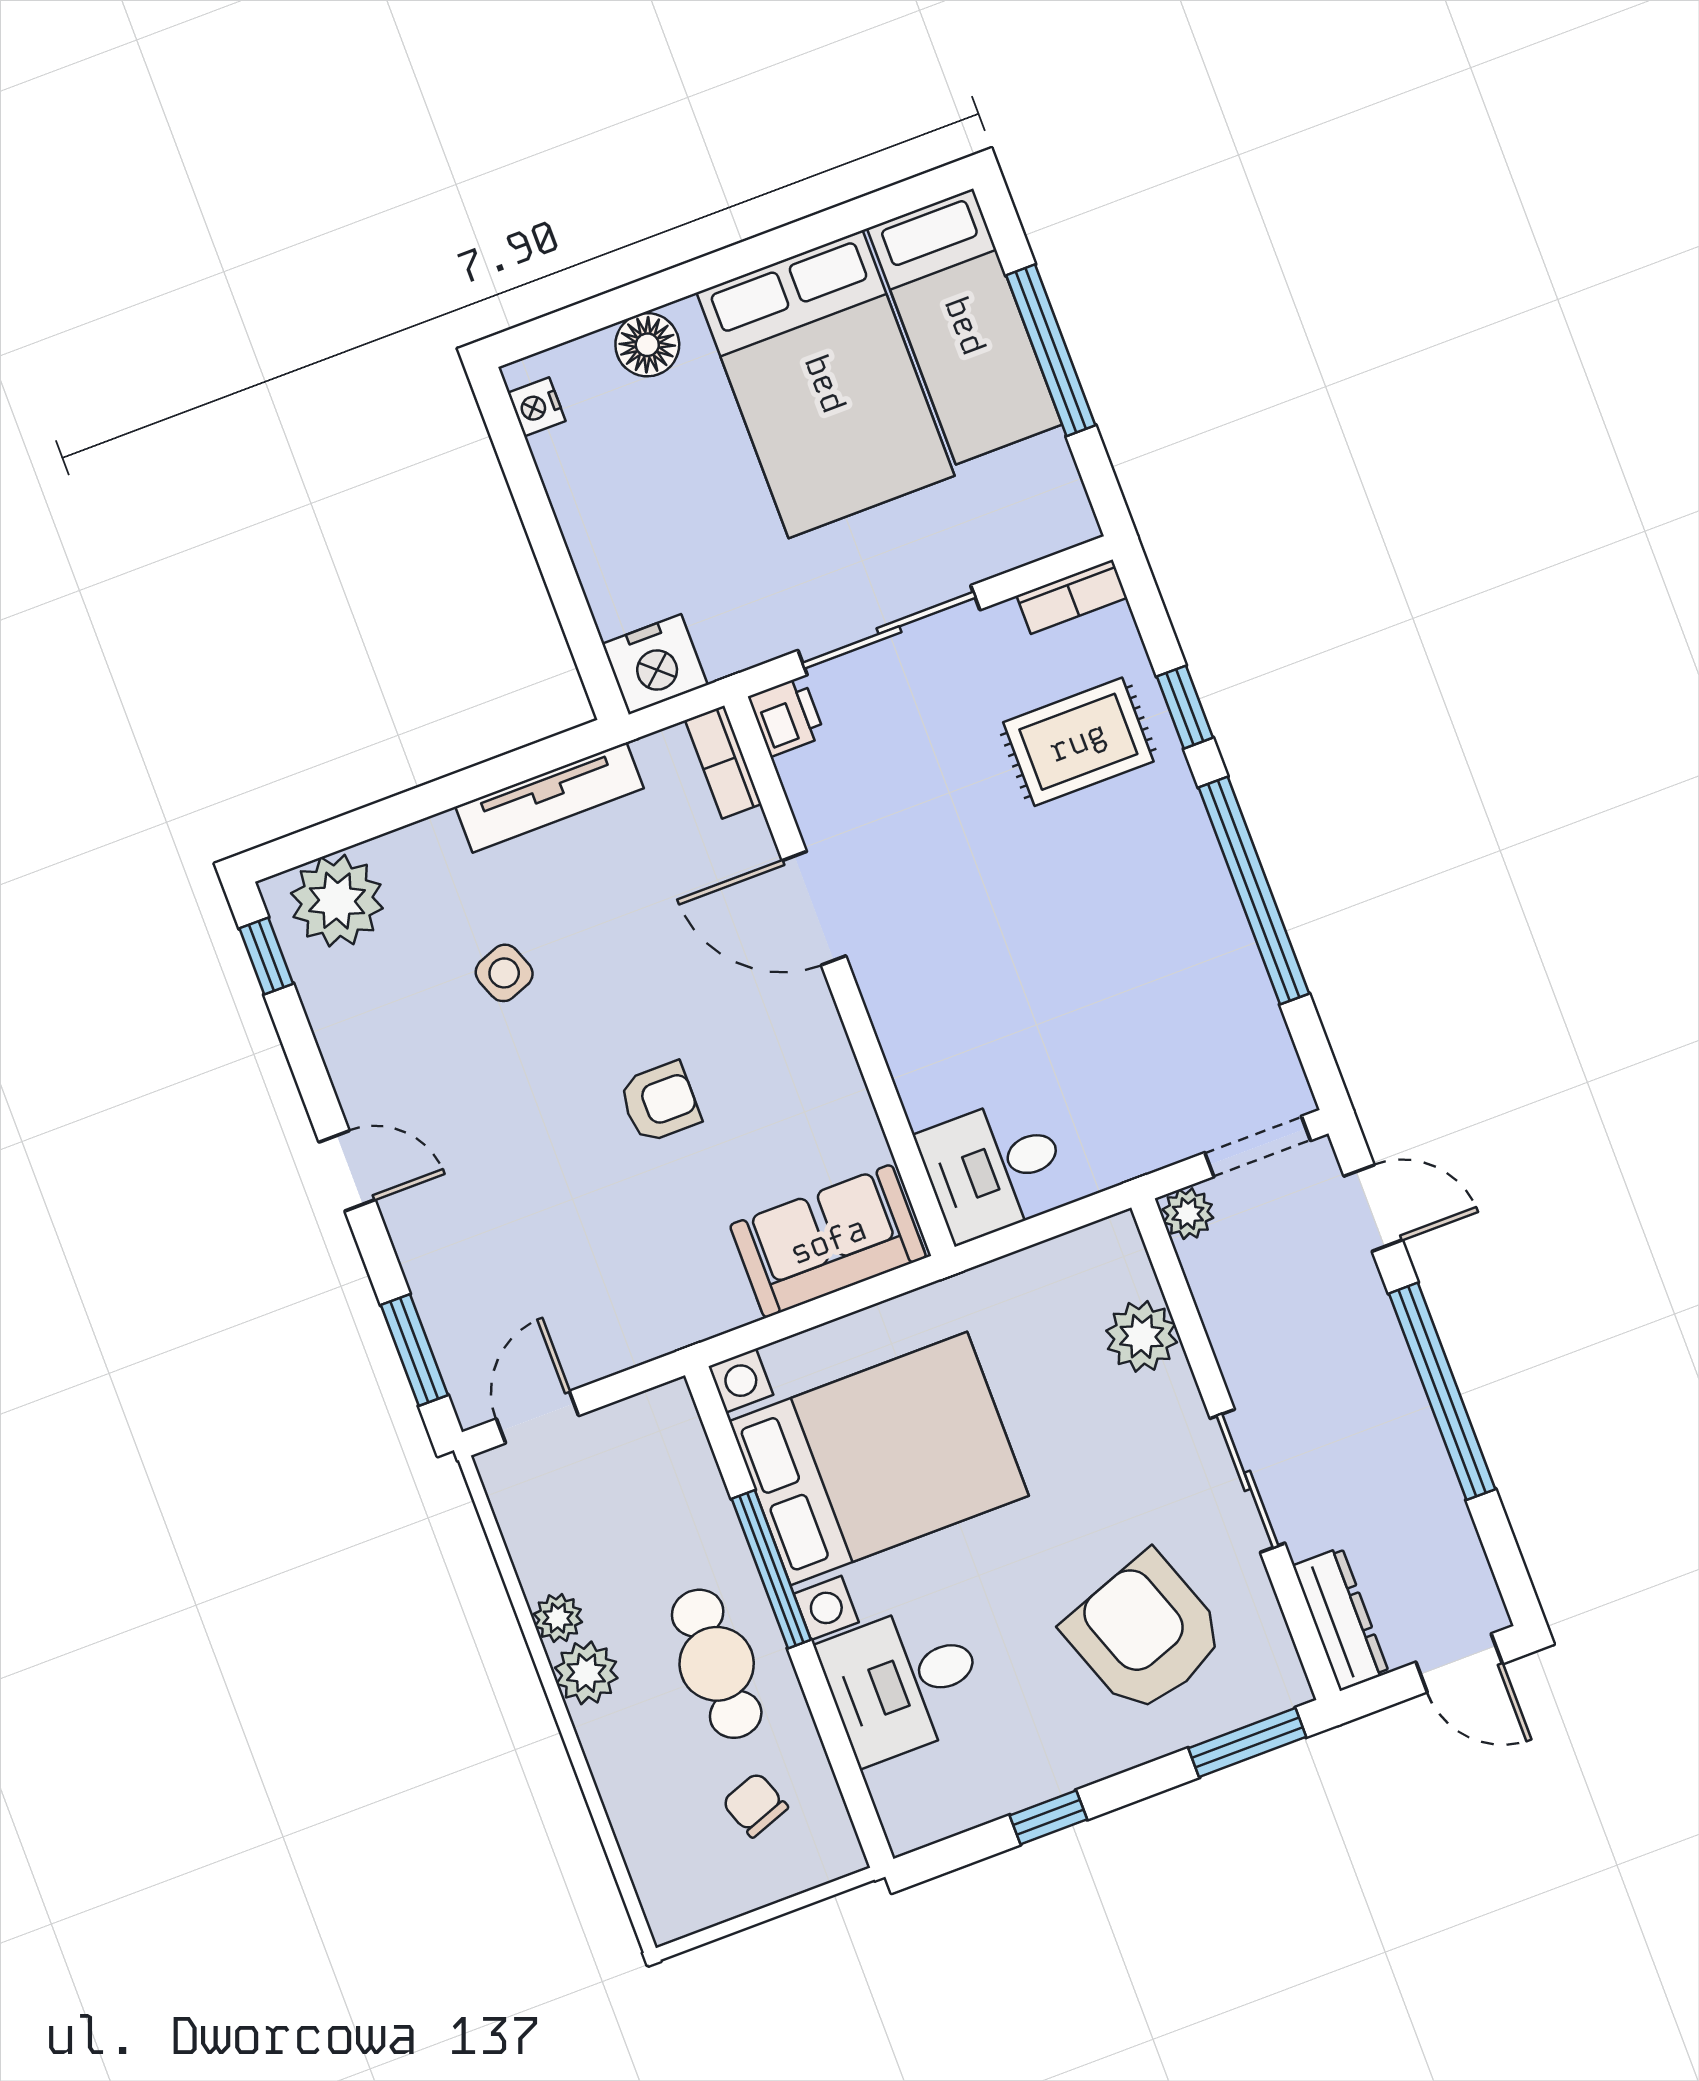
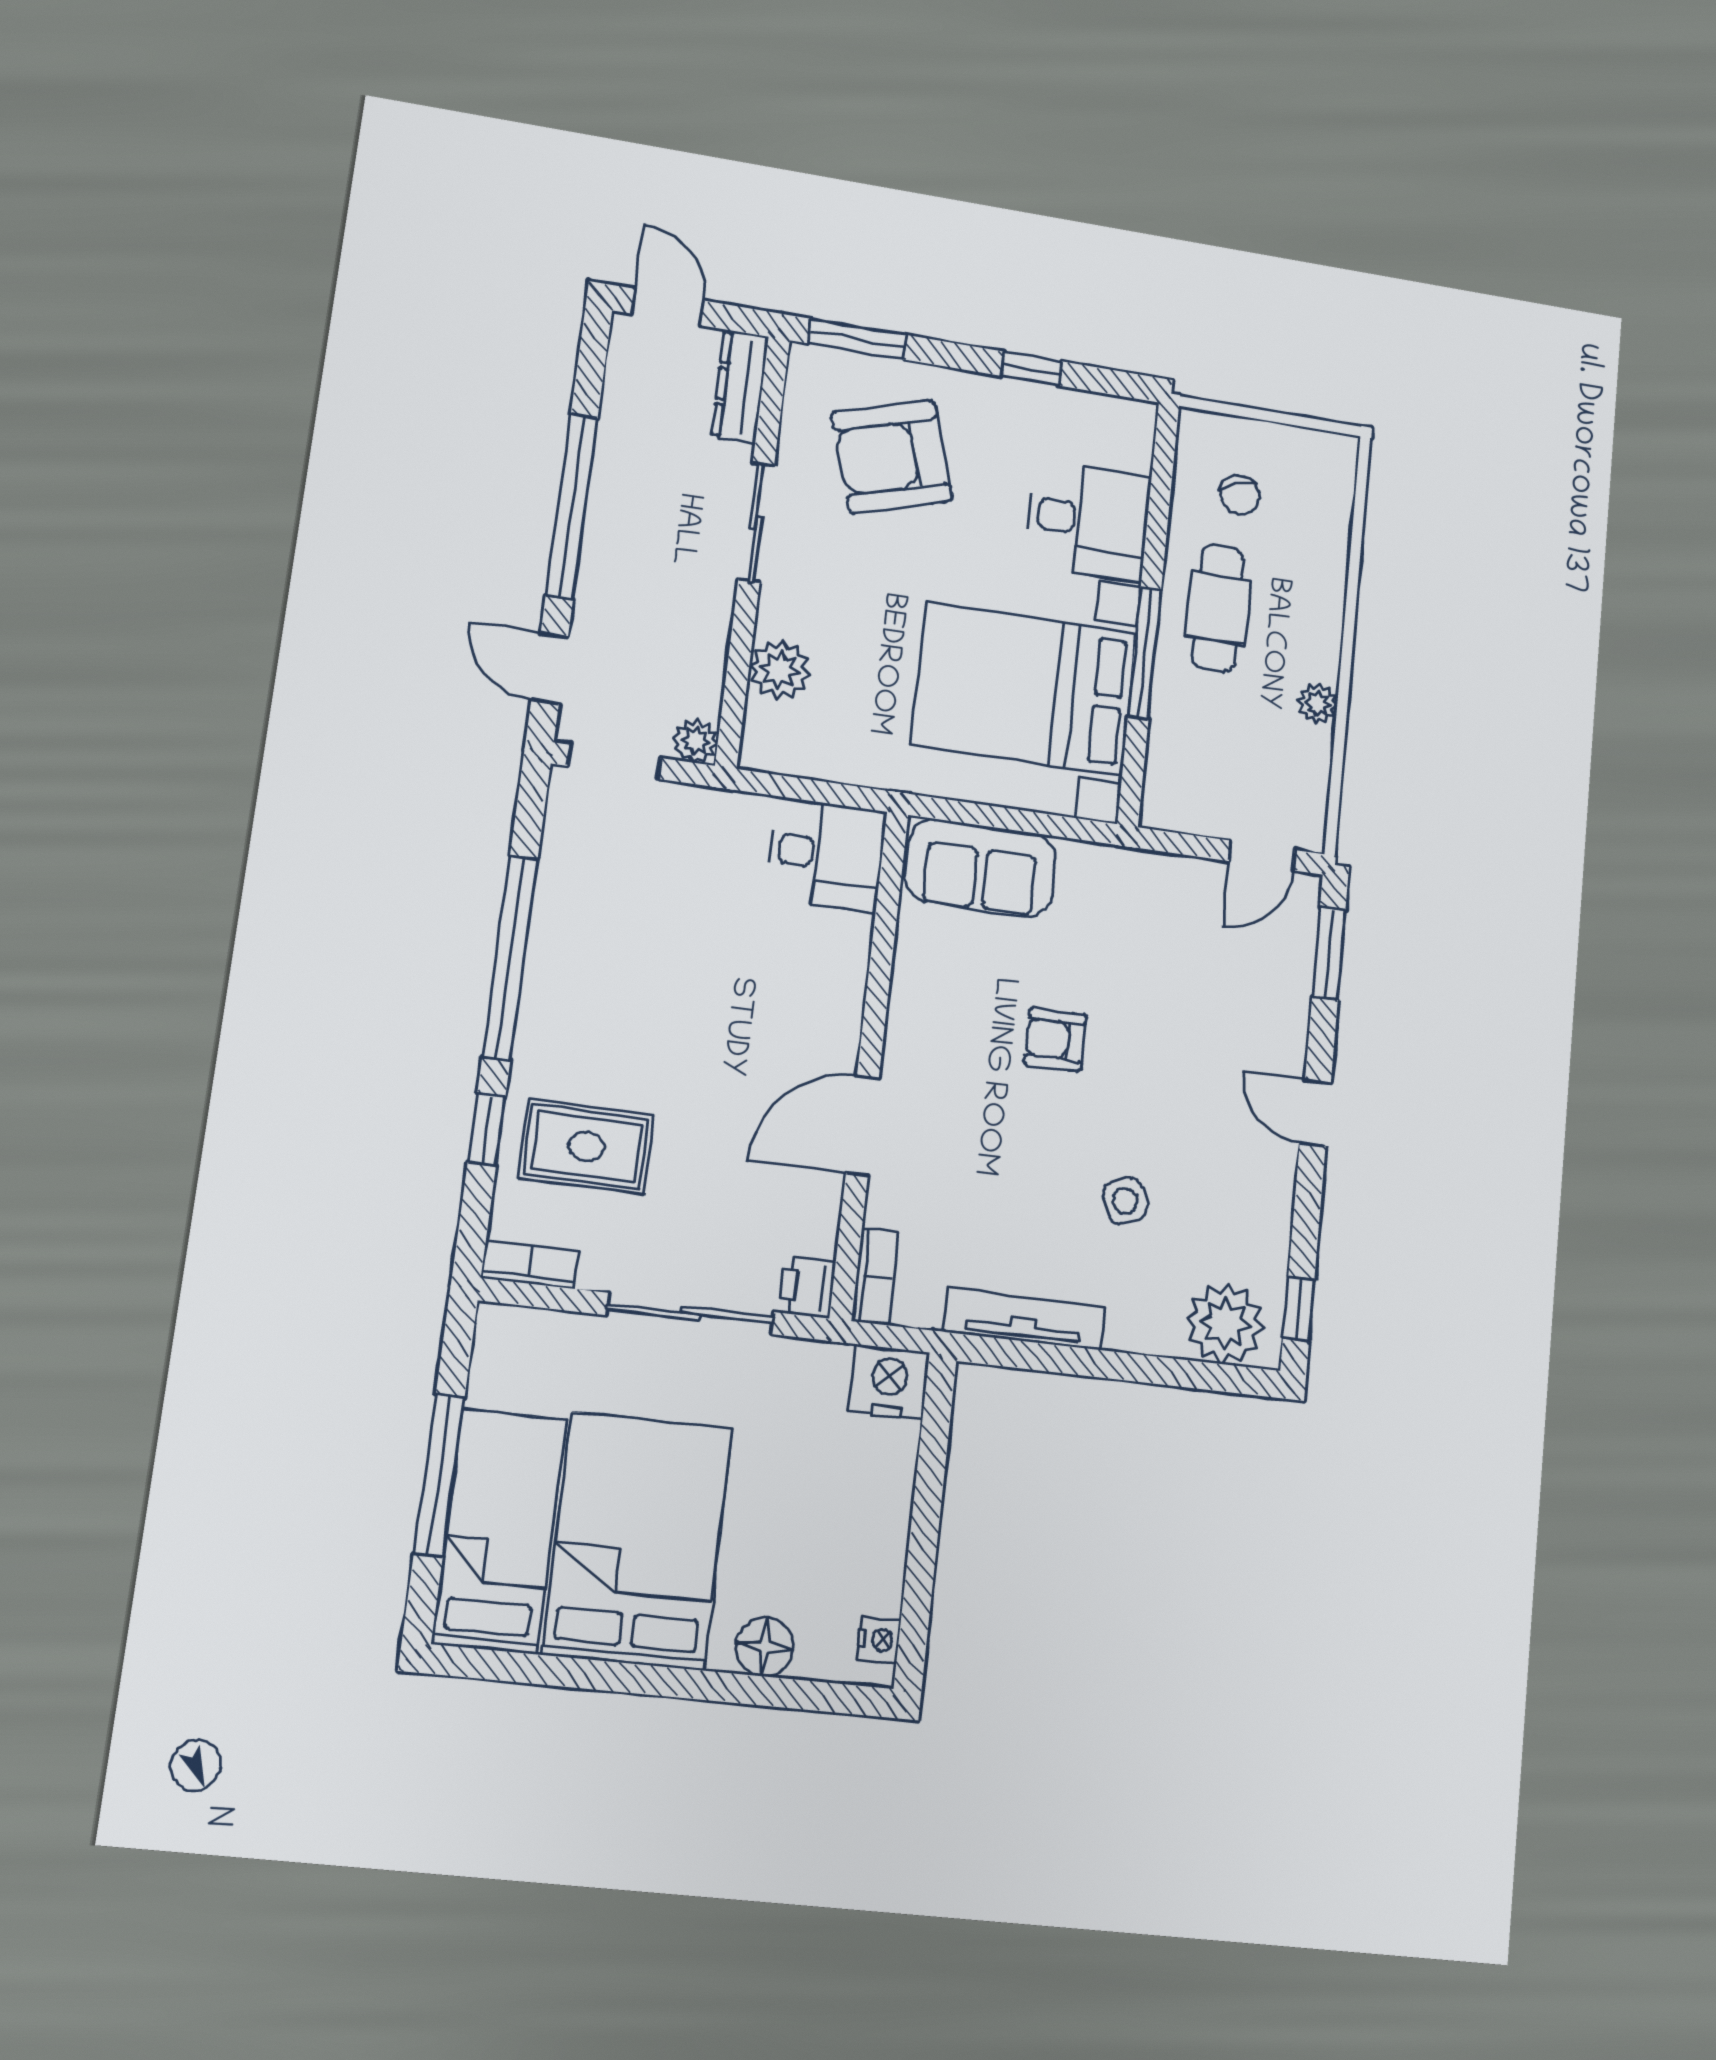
door: (814, 908) -> (862, 1125), swing flipped
armchair: (1145, 1633) -> (892, 457), turned 93
plant: (586, 1673) -> (1316, 654), removed

